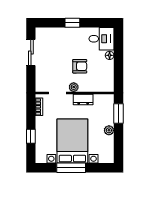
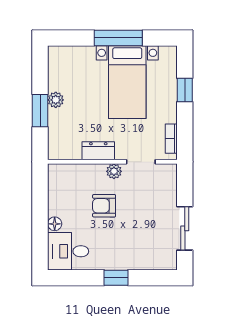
window: (118, 114) -> (40, 111), moved
bed with nightstands: (72, 141) -> (127, 82), width x0.73

